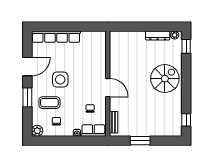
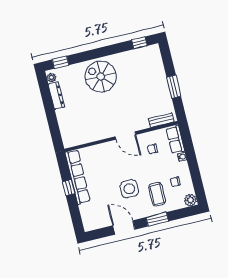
window: (74, 27) -> (69, 188), added
row of seats: (56, 37) -> (78, 177), moved
door: (108, 88) -> (125, 136), swing flipped

